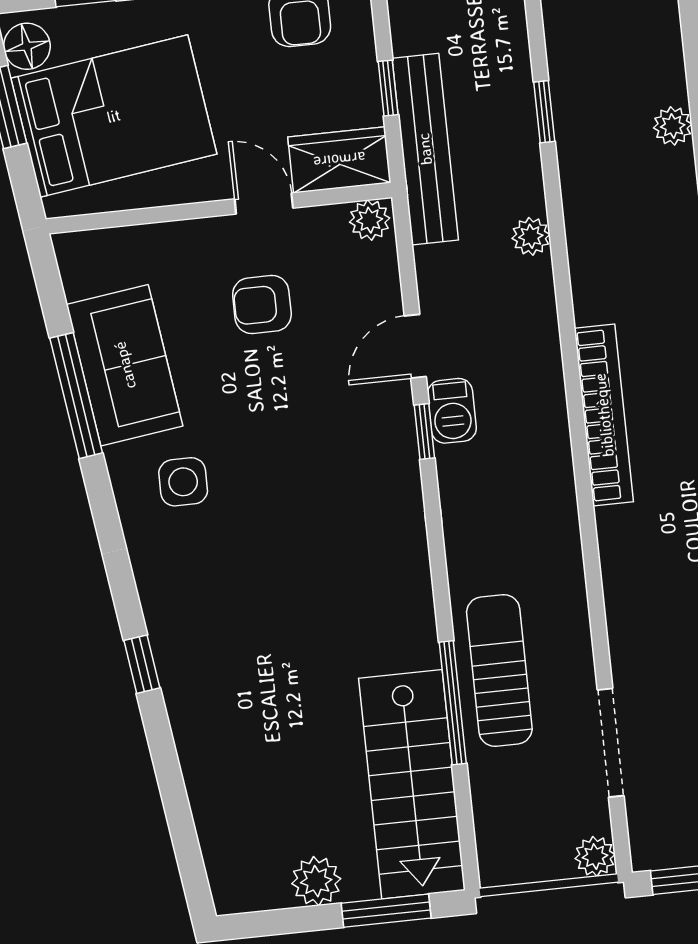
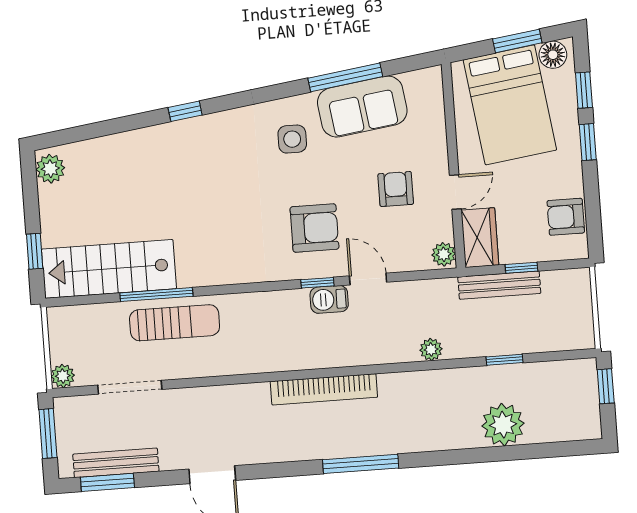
plant: (673, 126) -> (503, 425), width x1.88, depth x1.88
bench: (425, 149) -> (499, 285), width x0.73, depth x0.82
armchair: (332, 439) -> (314, 228), added
plant: (316, 881) -> (50, 169), moved
window: (386, 911) -> (35, 251), width x0.67

